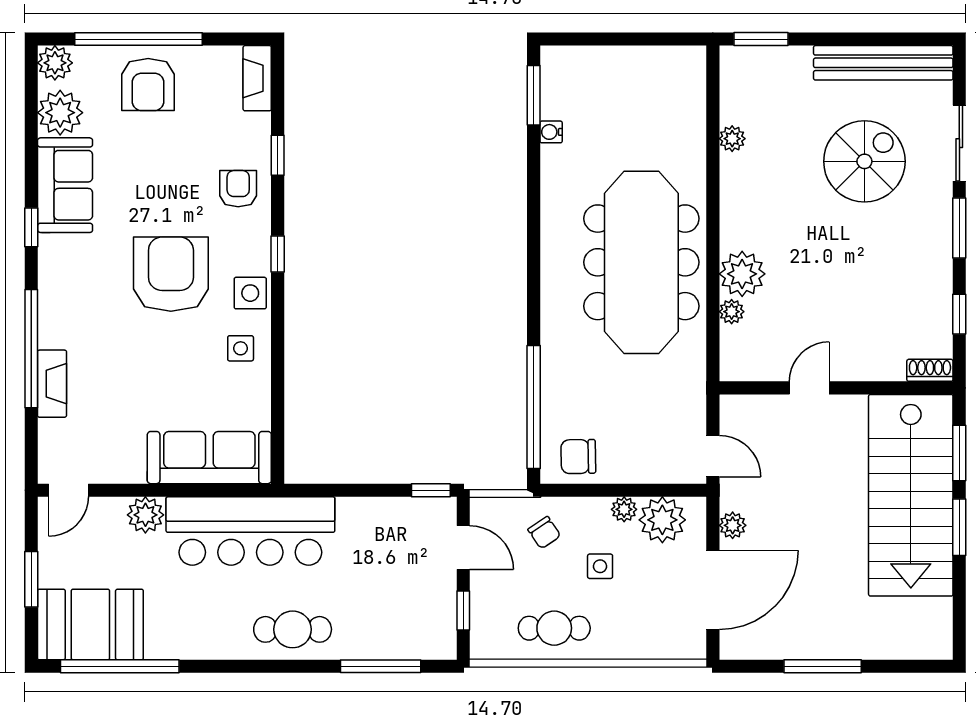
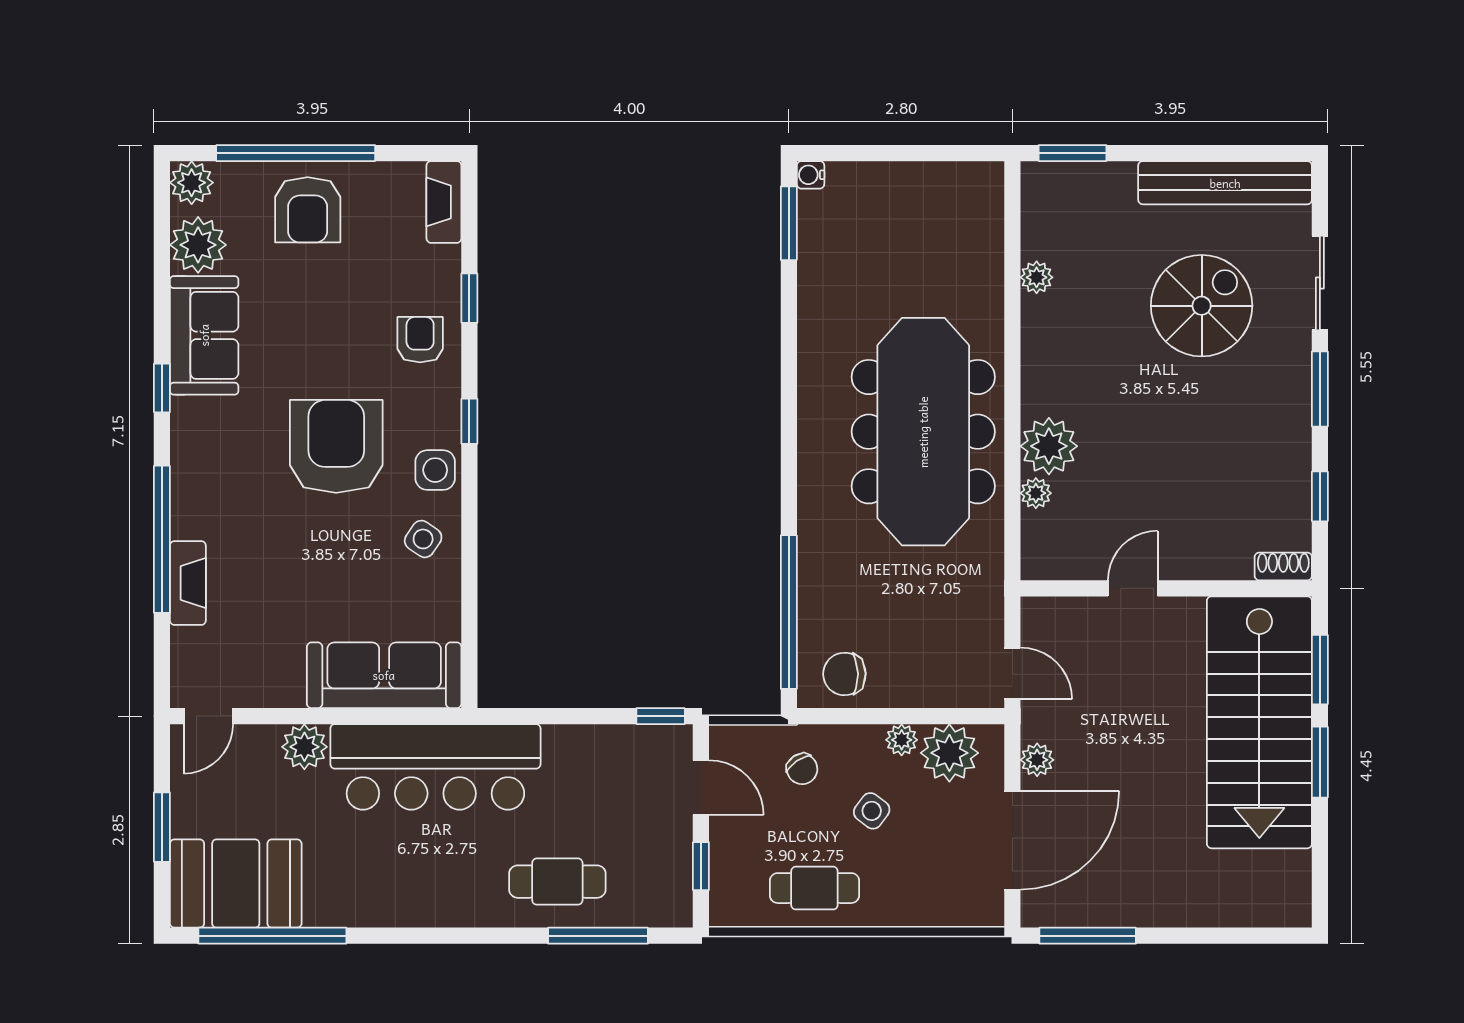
water cooler: (551, 132) -> (811, 175), moved
side table: (241, 348) -> (423, 539), turned 34
side table: (600, 566) -> (872, 811), turned 37
cafe table: (293, 629) -> (557, 882), moved
window: (823, 666) -> (1088, 936), moved

